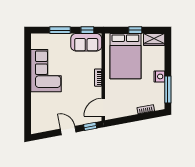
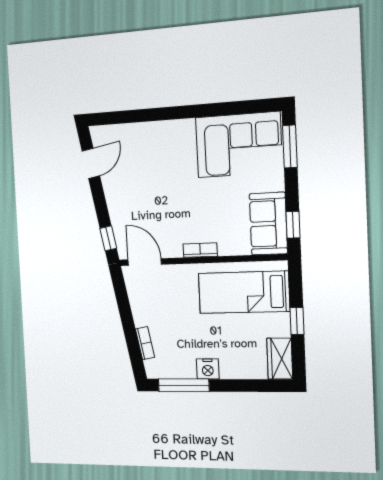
window: (60, 30) -> (290, 147), moved
bed: (125, 56) -> (244, 292), width x0.67
corner sofa: (46, 71) -> (239, 145), moved
door: (68, 131) -> (91, 163), moved

